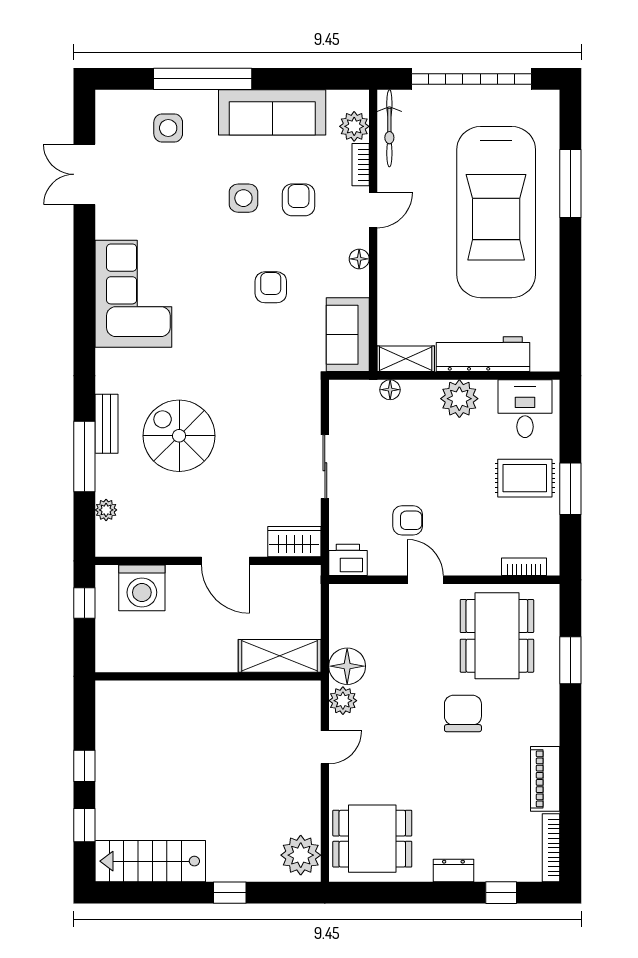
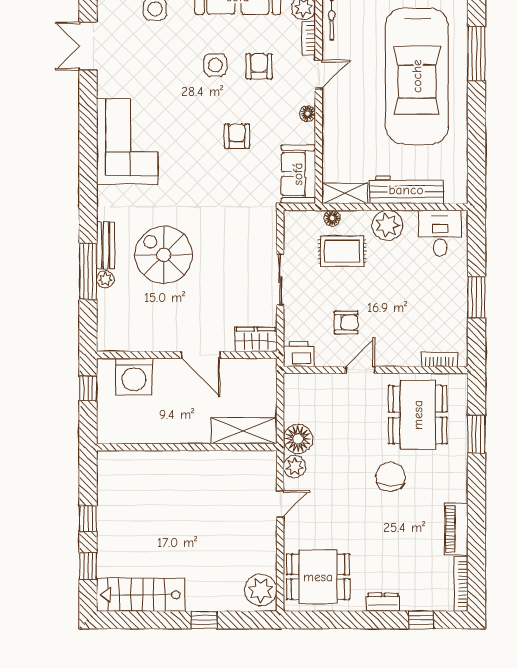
rug: (525, 478) -> (342, 251), moved
plant: (106, 510) -> (105, 279), moved
door: (425, 580) -> (360, 370), hinge flipped

